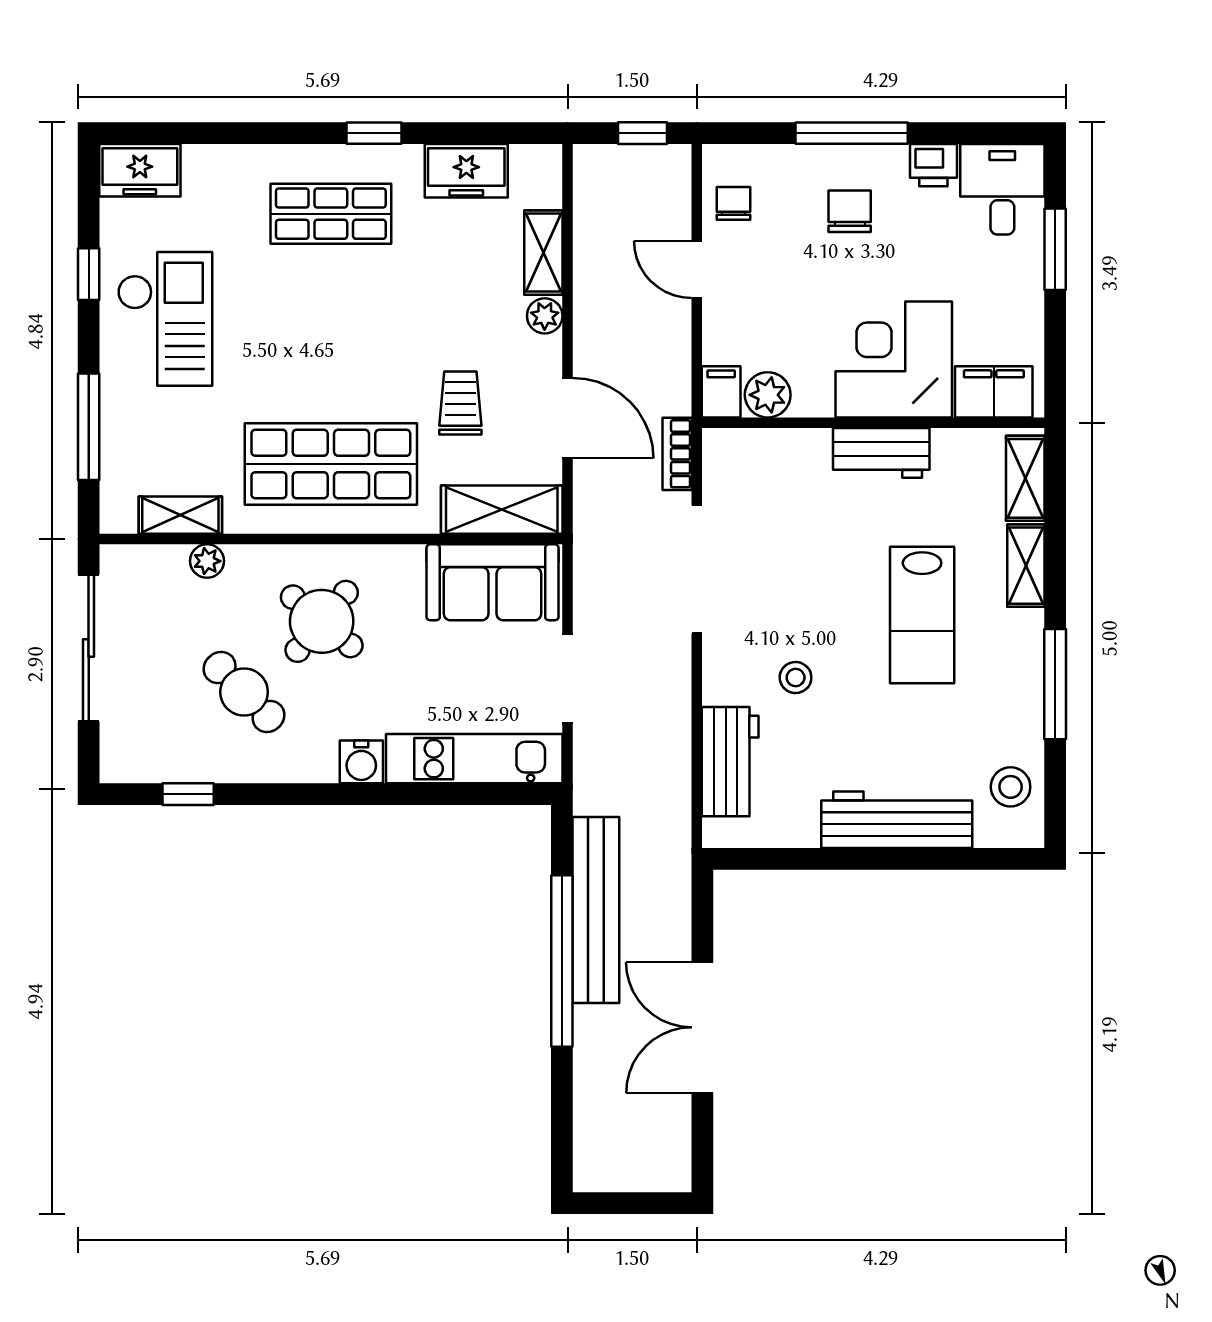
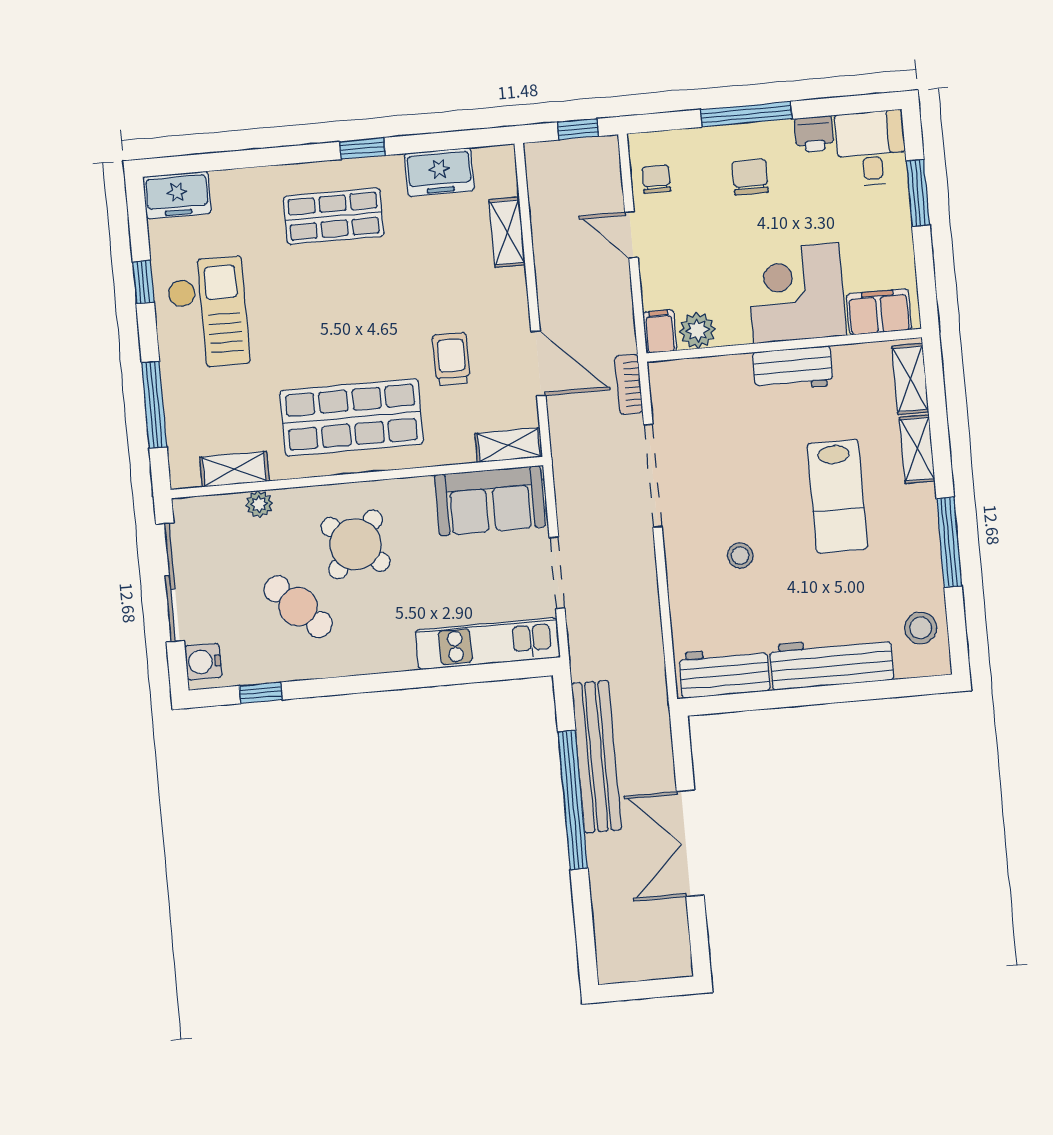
plant: (545, 316) -> (513, 283), removed
shelving: (502, 510) -> (509, 445), width x0.67, depth x0.75
water cooler: (361, 762) -> (203, 662), moved, turned 90
workbench: (730, 762) -> (724, 672), moved, turned -90

